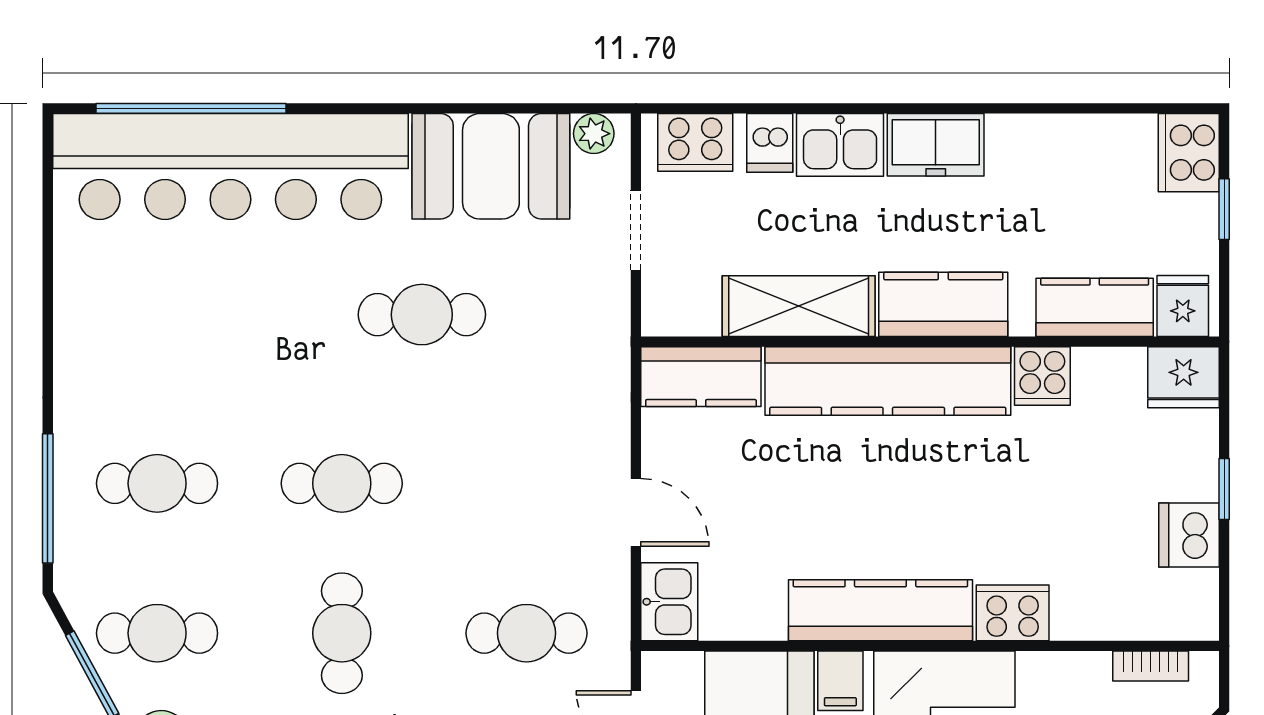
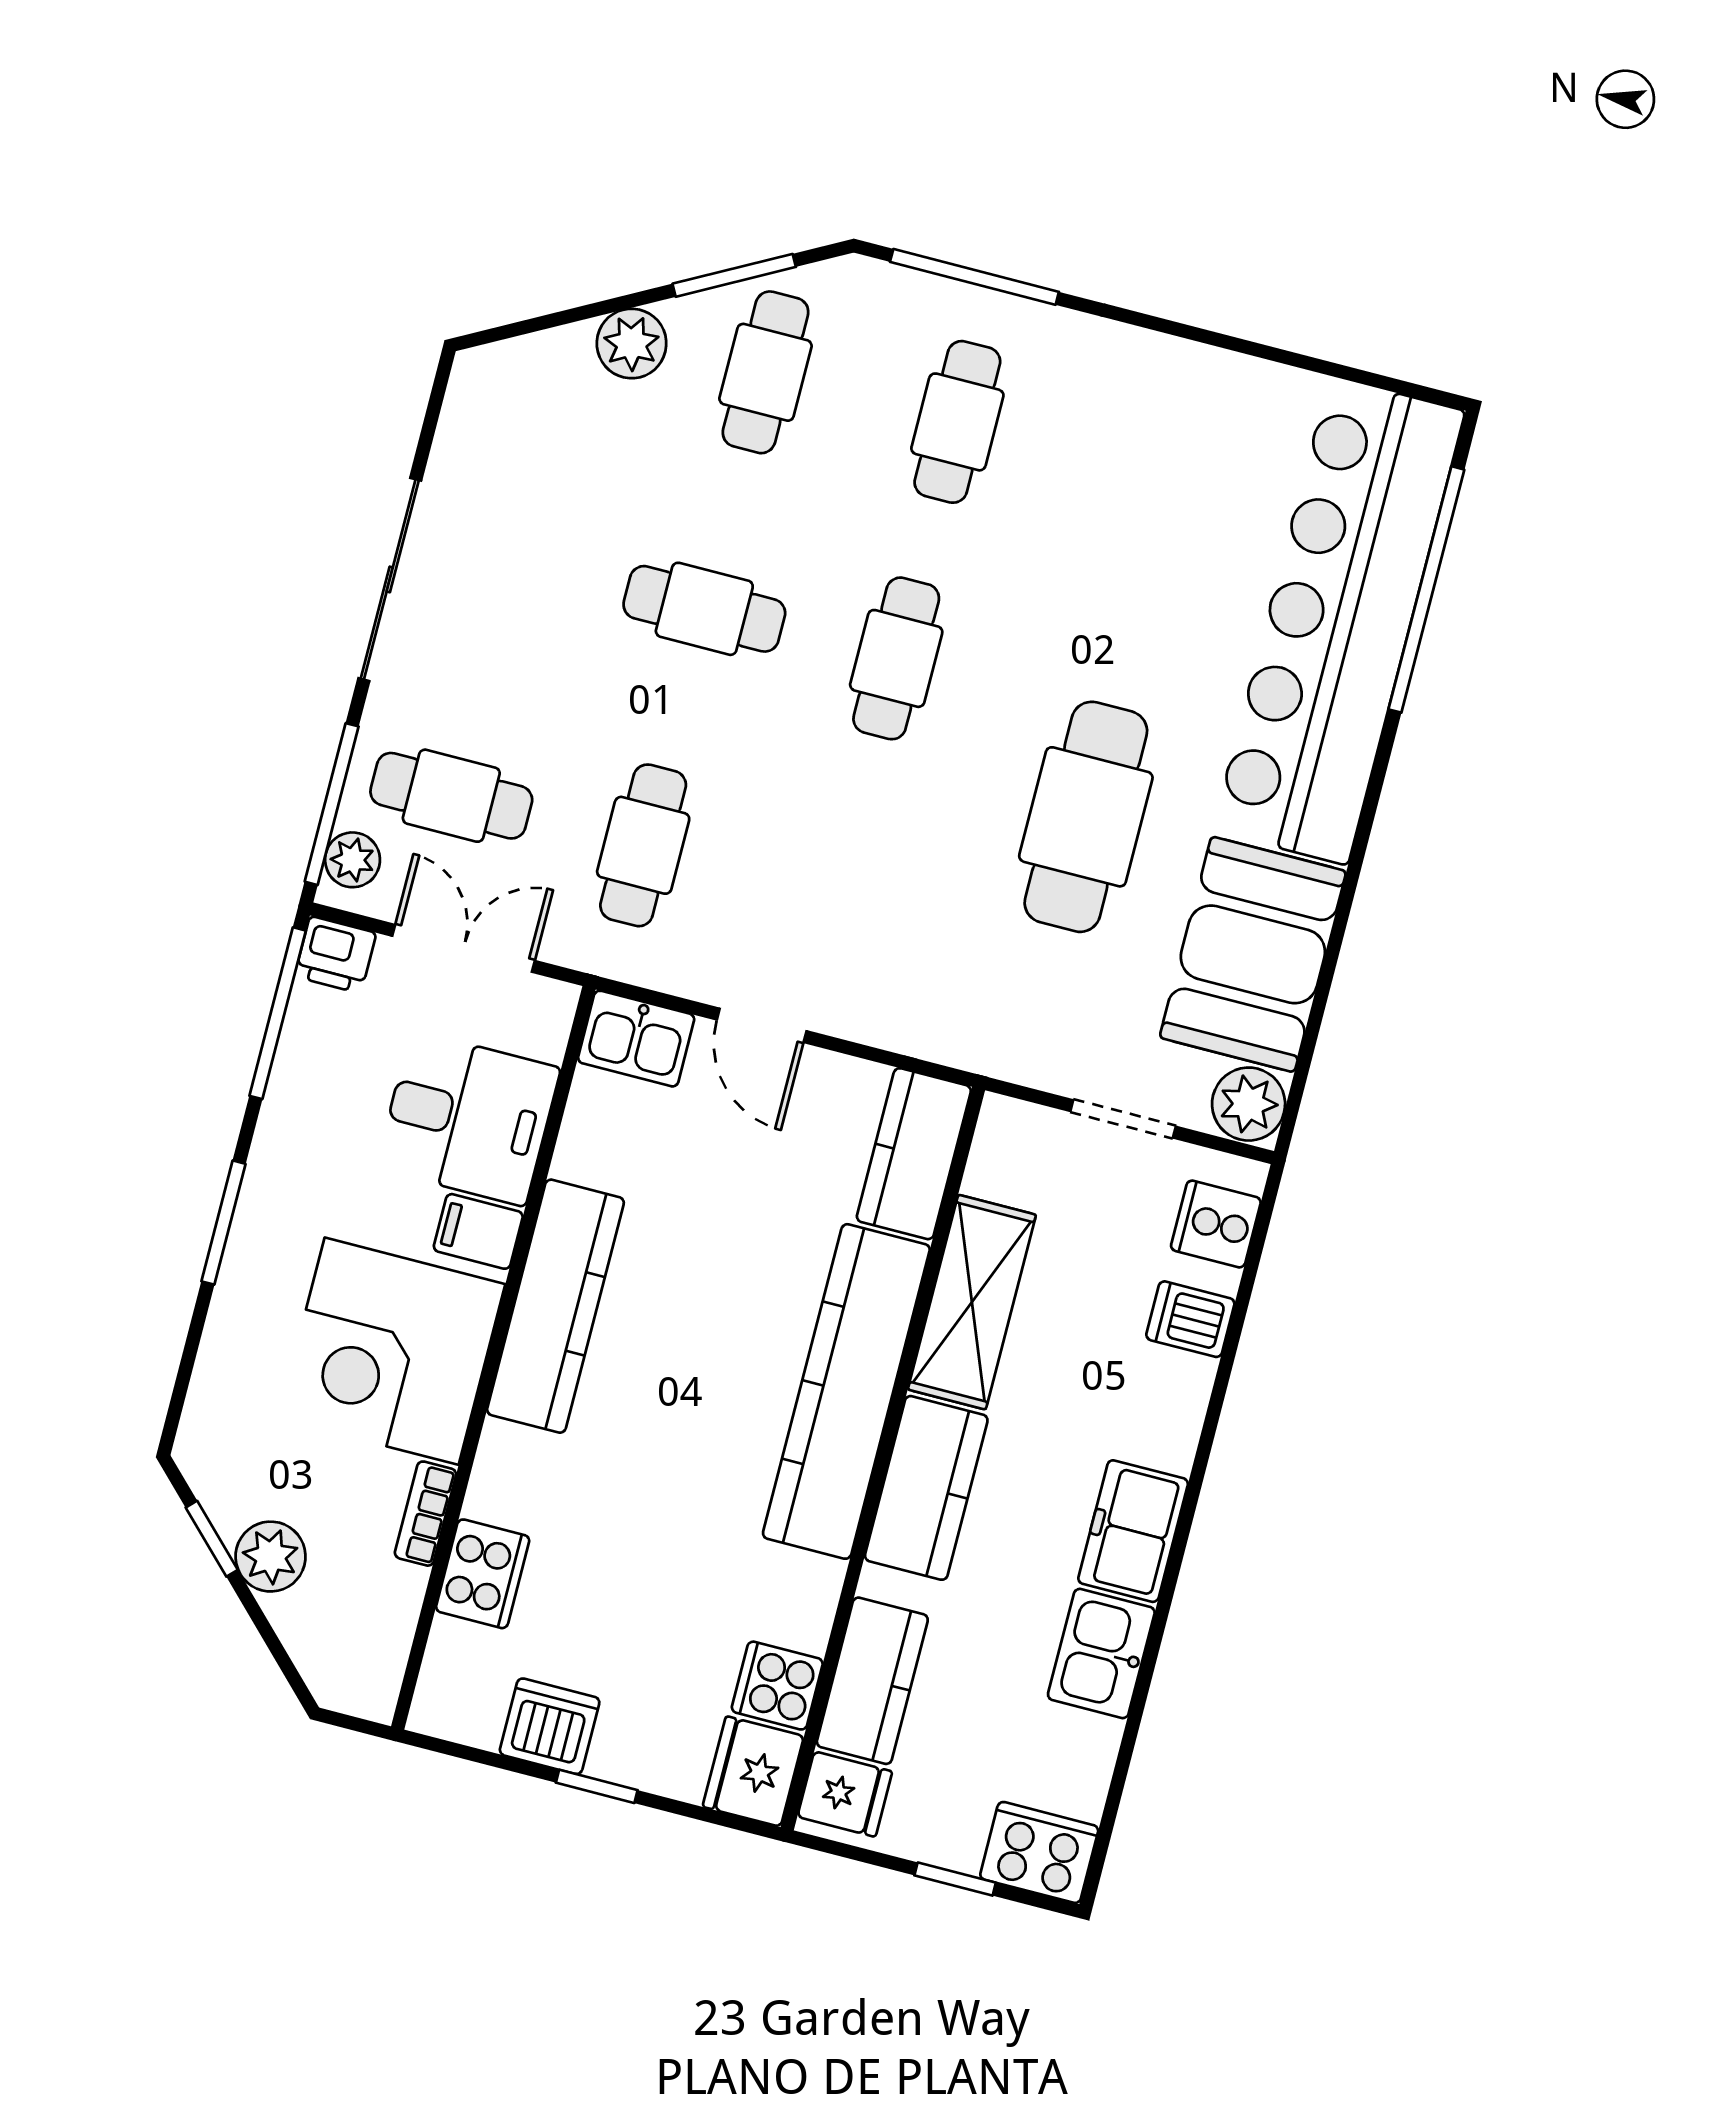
plant: (594, 134) -> (1249, 1104), width x1.38, depth x1.38
cooker: (695, 142) -> (1216, 1224), width x0.73
kitchen sink: (840, 145) -> (1101, 1654), moved
cafe table: (422, 315) -> (1086, 817), width x1.37, depth x1.35
cooker: (1042, 376) -> (777, 1686), moved
door: (636, 512) -> (762, 1025), hinge flipped
cooker: (1013, 613) -> (483, 1574), moved
bookcase: (1151, 666) -> (425, 1514), moved

